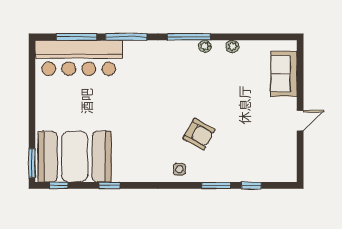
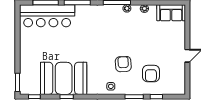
sofa: (284, 74) -> (171, 13), moved, turned -90
armchair: (199, 134) -> (123, 64), turned -122
armchair: (243, 149) -> (151, 74), added
booth: (75, 157) -> (64, 78), moved

